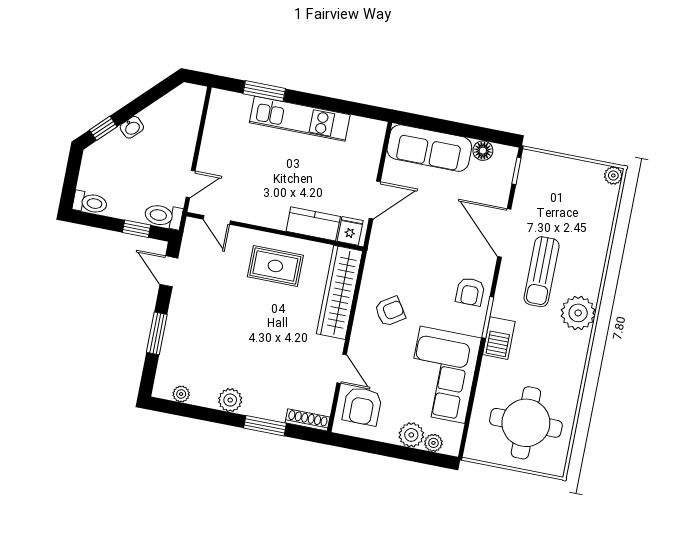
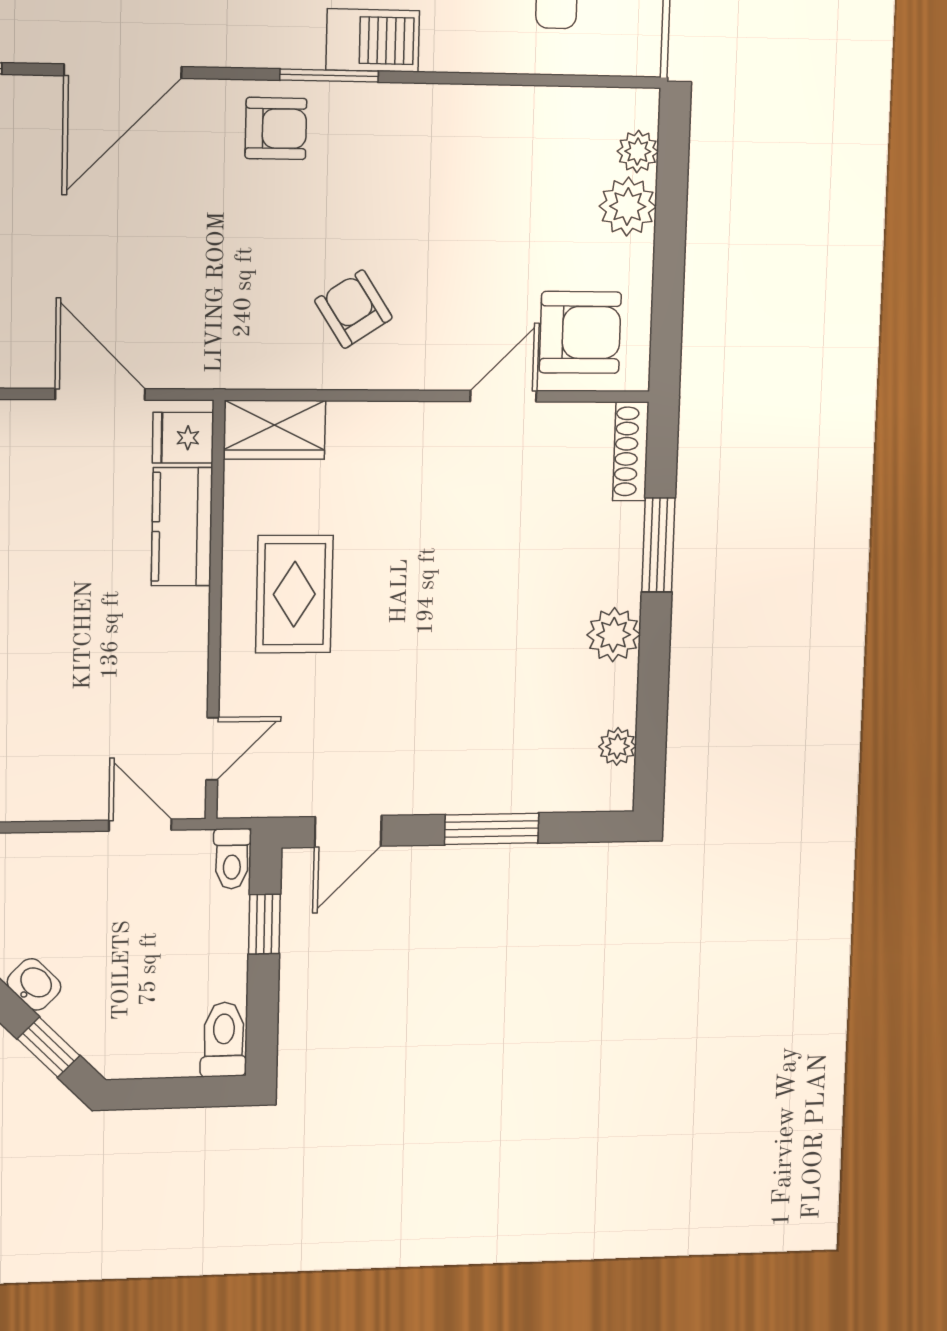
toilet: (163, 216) -> (232, 859), width x0.73, depth x0.72
wardrobe: (339, 292) -> (274, 430), width x0.48, depth x0.85
corner sofa: (443, 375) -> (479, 159), removed

